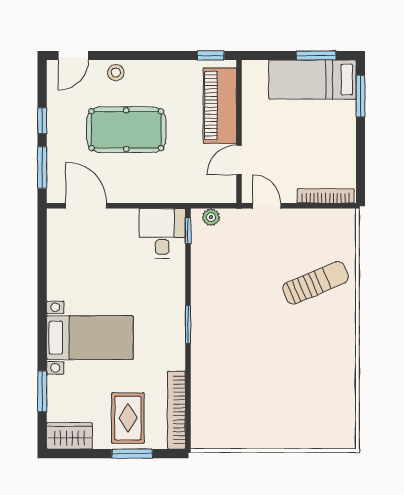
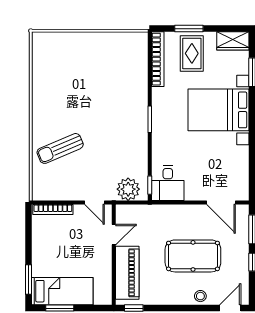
plant: (211, 217) -> (128, 189), width x1.87, depth x1.87
bed with nightstands: (90, 338) -> (219, 110), width x1.36

